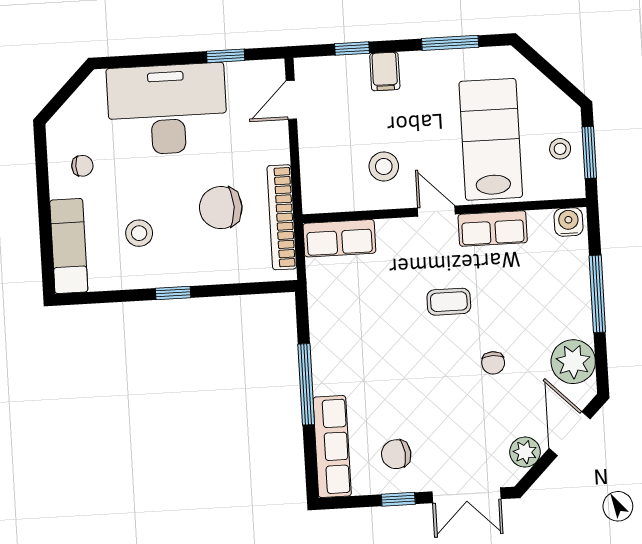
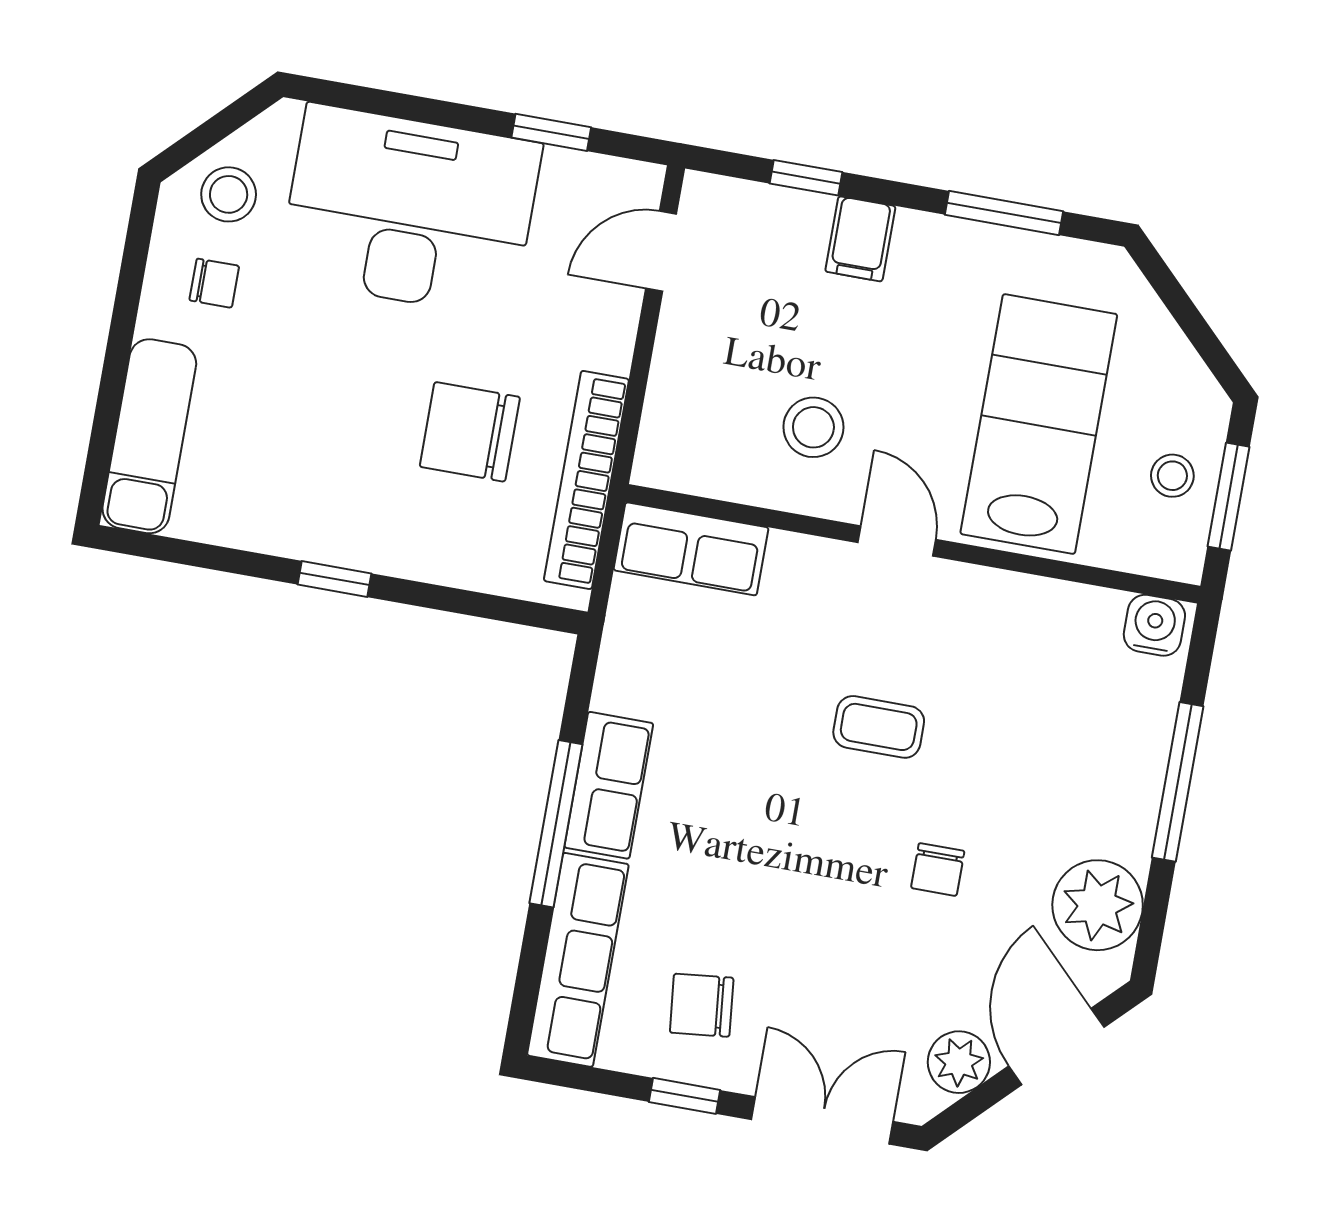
row of seats: (493, 229) -> (609, 785), moved, turned -90
stool: (139, 233) -> (229, 194), moved
double door: (467, 495) -> (822, 1120), swing flipped

